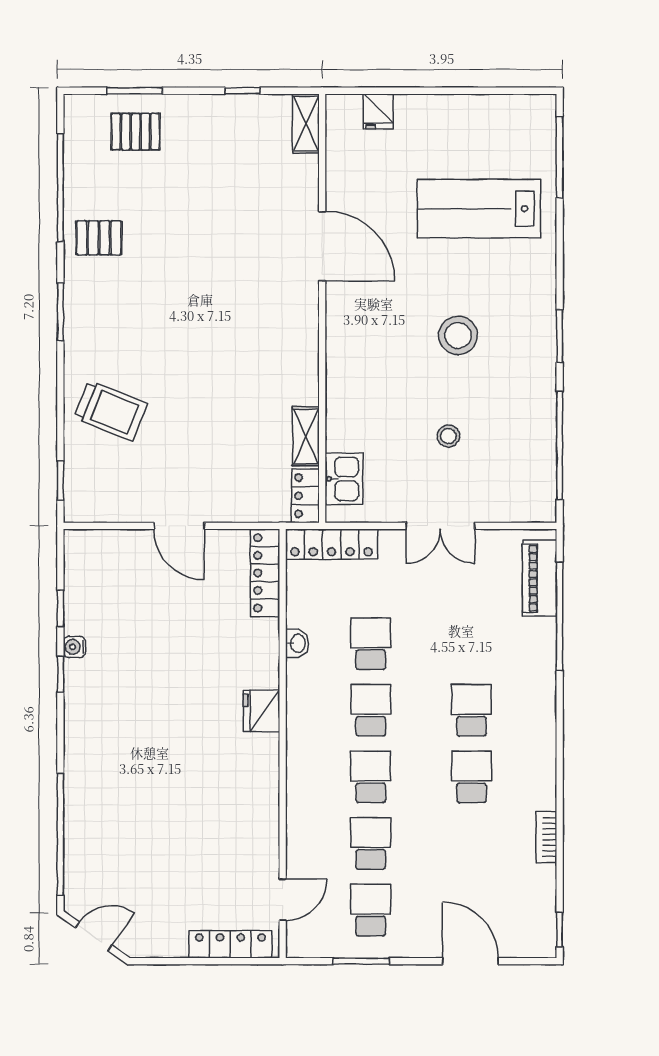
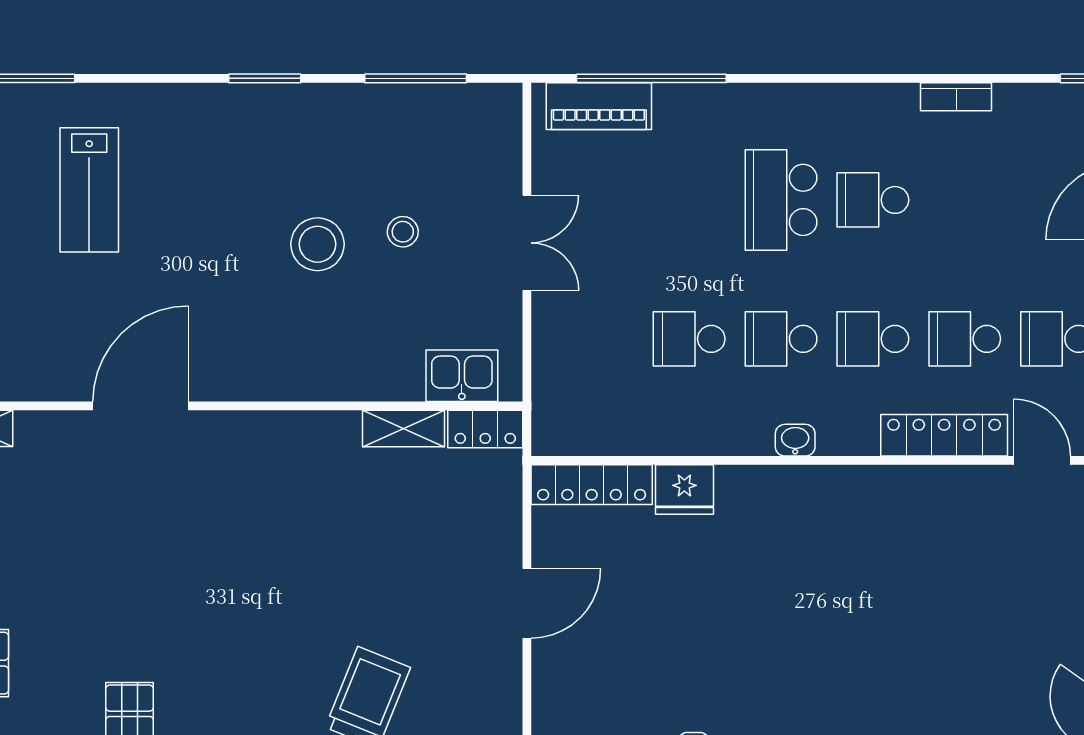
lab bench: (479, 209) -> (89, 190), width x0.73, depth x0.72
stool: (458, 335) -> (318, 244), moved
window: (560, 445) -> (416, 78), width x0.68
locker: (331, 544) -> (944, 435), moved, turned -90
washbasin: (297, 643) -> (795, 440), moved
school desk: (471, 710) -> (781, 200), width x1.85
fridge: (262, 711) -> (684, 489), moved

